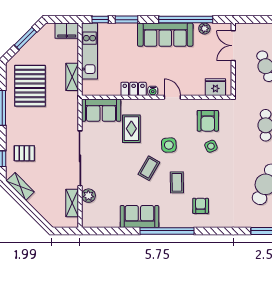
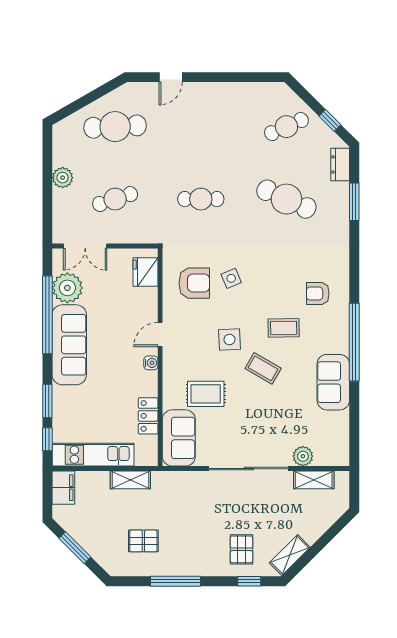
plant: (204, 28) -> (67, 288), width x1.87, depth x1.87
pallet: (30, 86) -> (143, 541), width x0.49, depth x0.50
locker: (134, 89) -> (148, 416), moved

